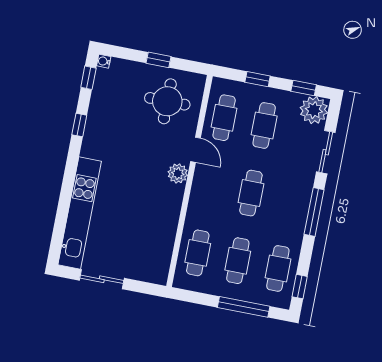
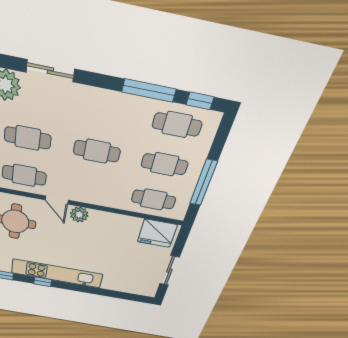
door: (196, 150) -> (57, 200), swing flipped
window: (314, 212) -> (149, 91), moved
kitchen unit: (80, 213) -> (57, 274), moved
fridge: (155, 260) -> (157, 233), added
window: (244, 307) -> (203, 183), moved

